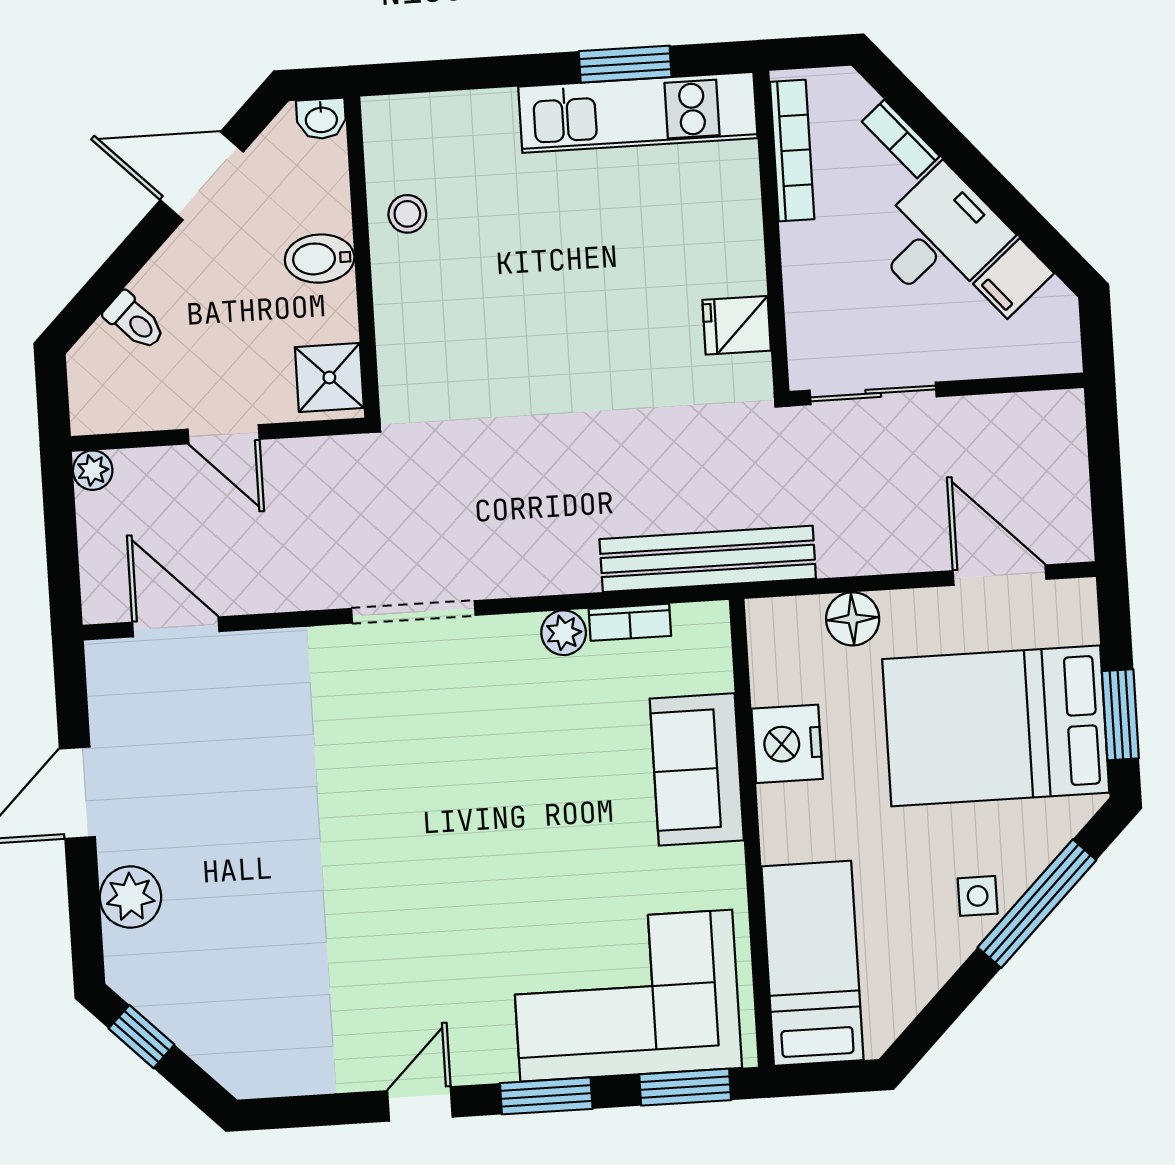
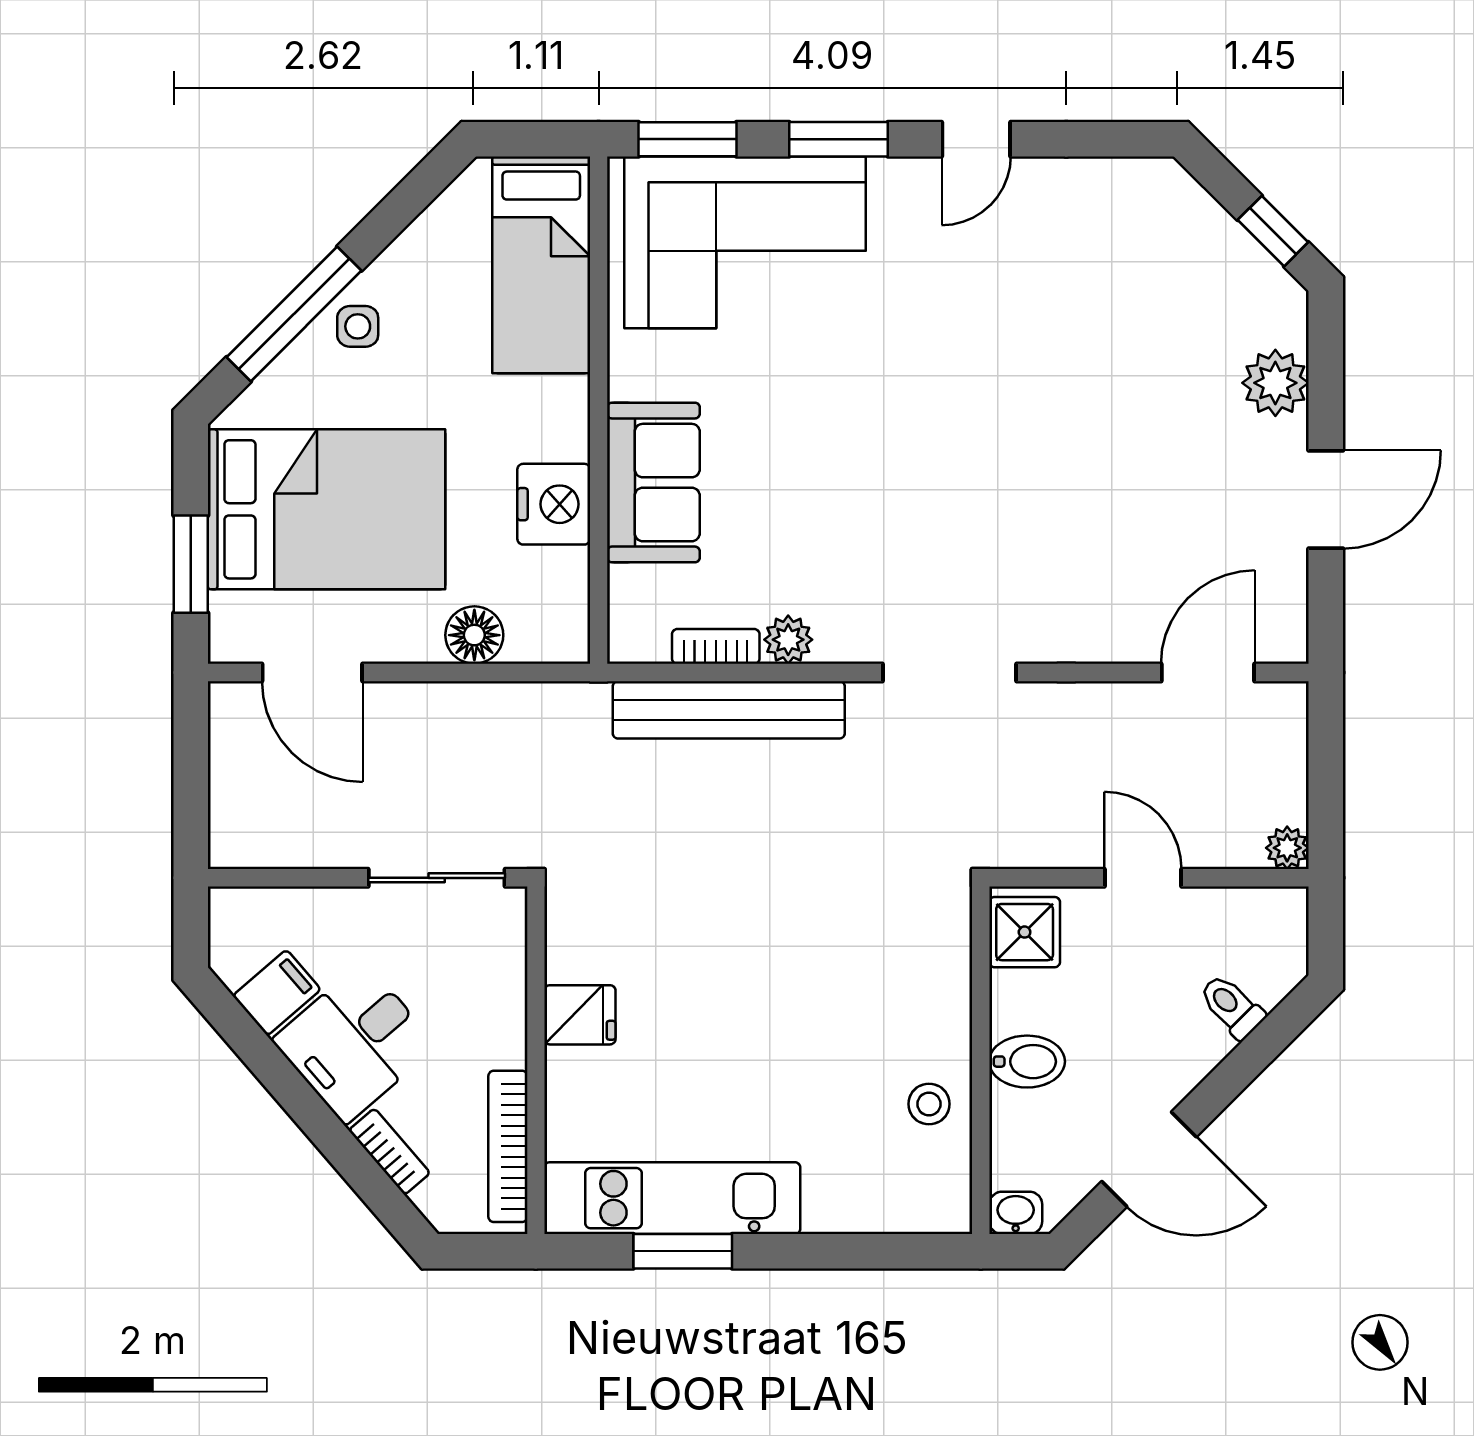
fridge: (737, 325) -> (580, 1015), moved
bench: (708, 559) -> (729, 710), moved
door: (176, 627) -> (1208, 672), swing flipped
window: (1120, 715) -> (191, 564), moved

